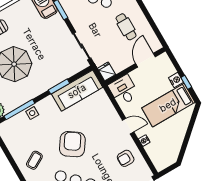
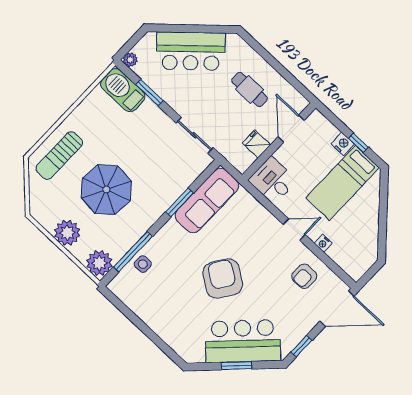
fridge: (106, 71) -> (256, 144), moved
side table: (32, 113) -> (143, 264), moved
coffee table: (34, 160) -> (176, 317), removed

